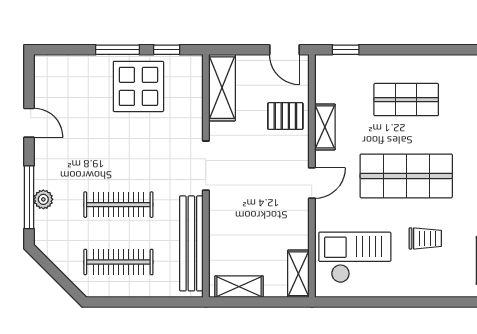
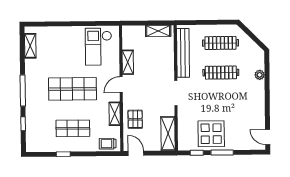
window: (346, 50) -> (63, 154), moved
pallet: (285, 116) -> (135, 119), turned 90
door: (29, 123) -> (268, 137), moved
window: (29, 197) -> (267, 76), removed
trolley: (425, 238) -> (108, 144), moved
checkout: (355, 257) -> (99, 47), turned 90
shelving: (298, 274) -> (128, 62), moved

